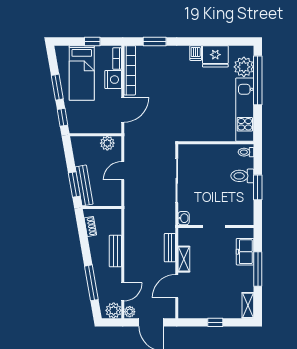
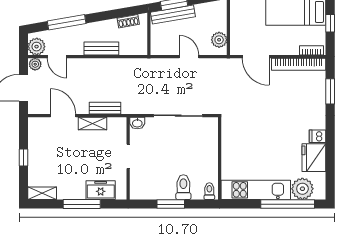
nightstand: (113, 80) -> (289, 46), removed

